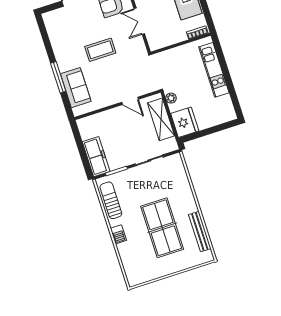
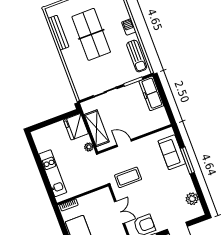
plant: (55, 33) -> (192, 199), added
coffee table: (100, 50) -> (128, 177), moved

